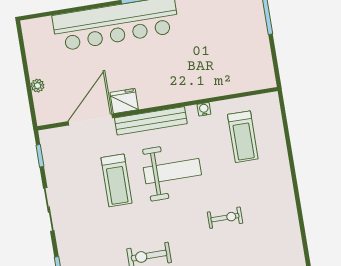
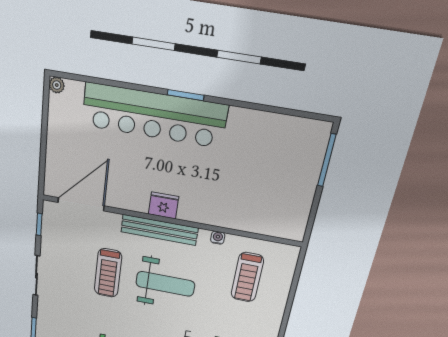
plant: (38, 86) -> (57, 85), moved
fridge: (124, 101) -> (163, 205), moved
door: (90, 120) -> (81, 204), moved

